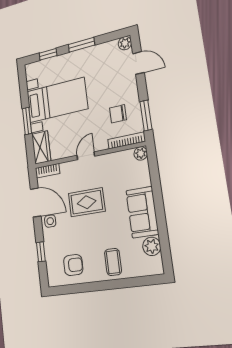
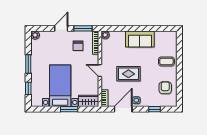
door: (138, 63) -> (61, 28), moved
rug: (87, 202) -> (128, 74), turned 90
plant: (152, 246) -> (160, 36), removed

